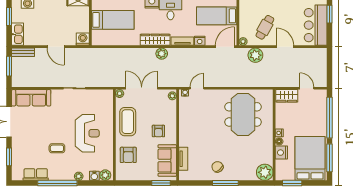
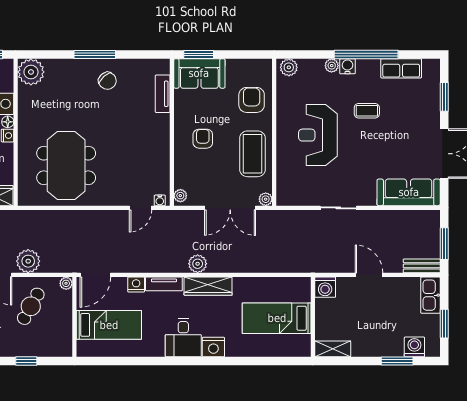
plant: (255, 55) -> (28, 261), moved
sofa: (167, 161) -> (199, 73), moved, turned 90
water cooler: (94, 176) -> (347, 66), moved

